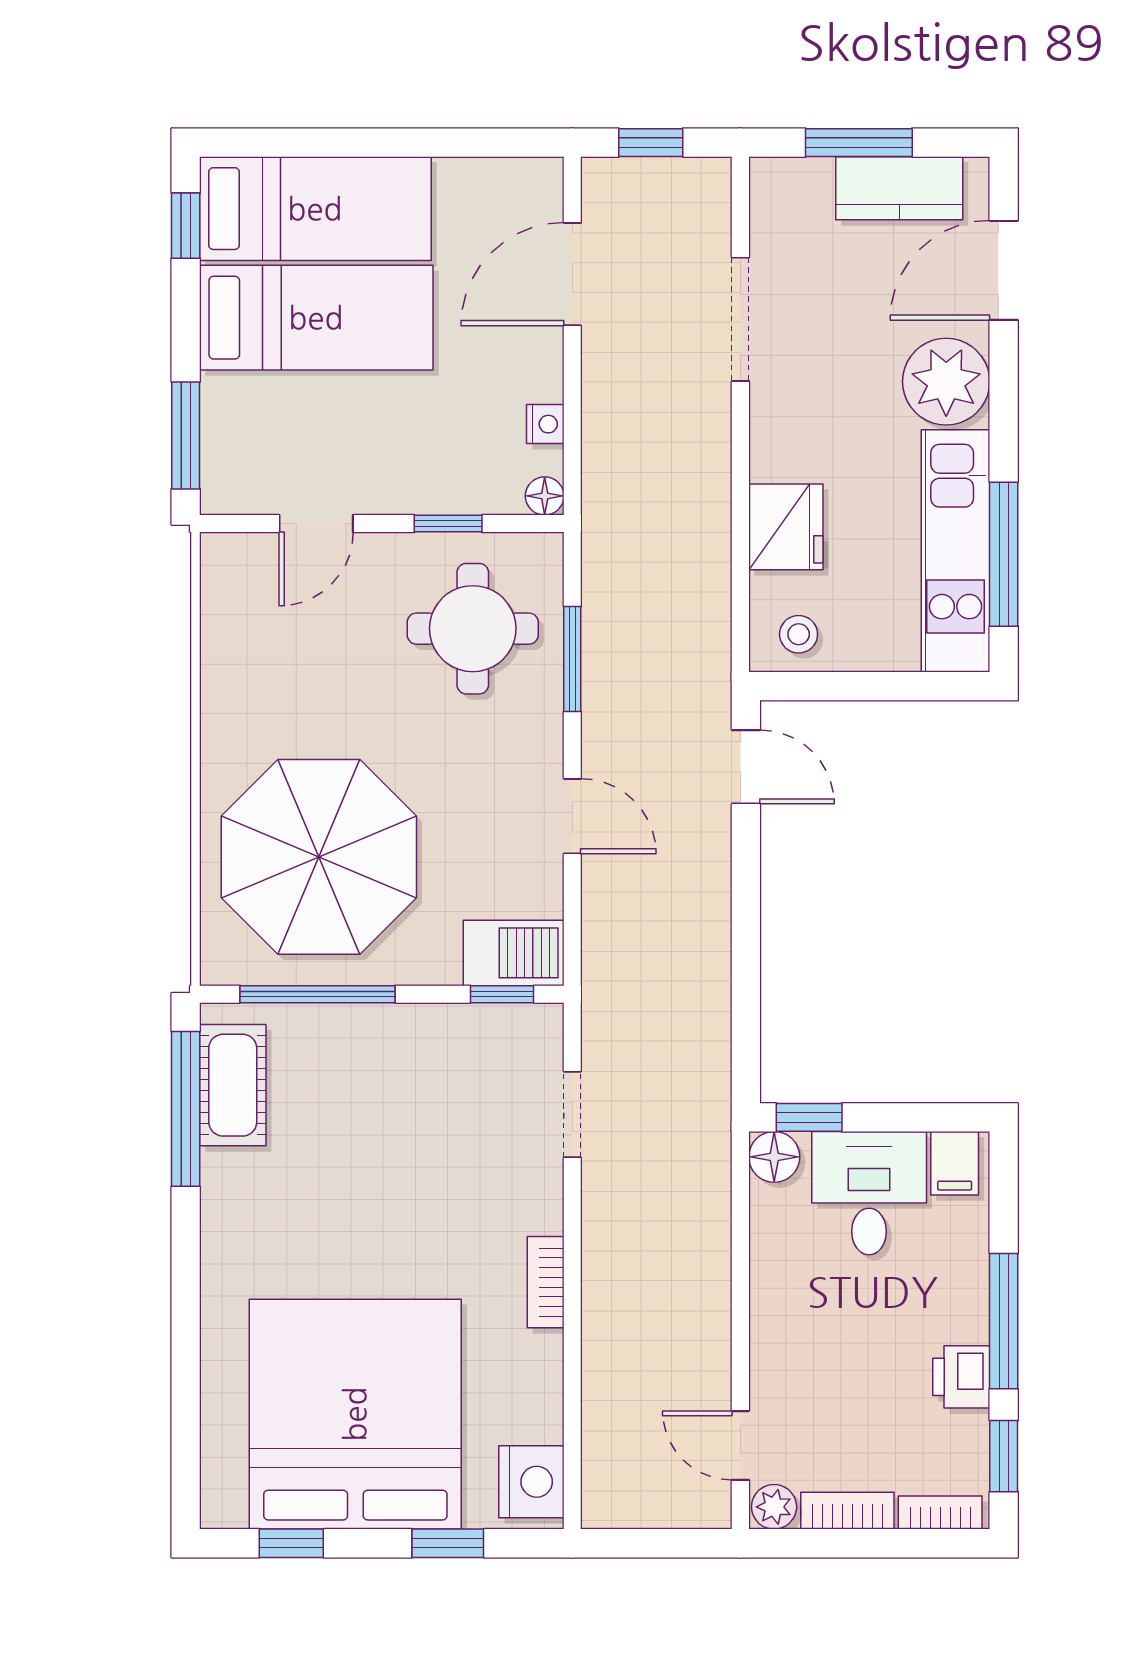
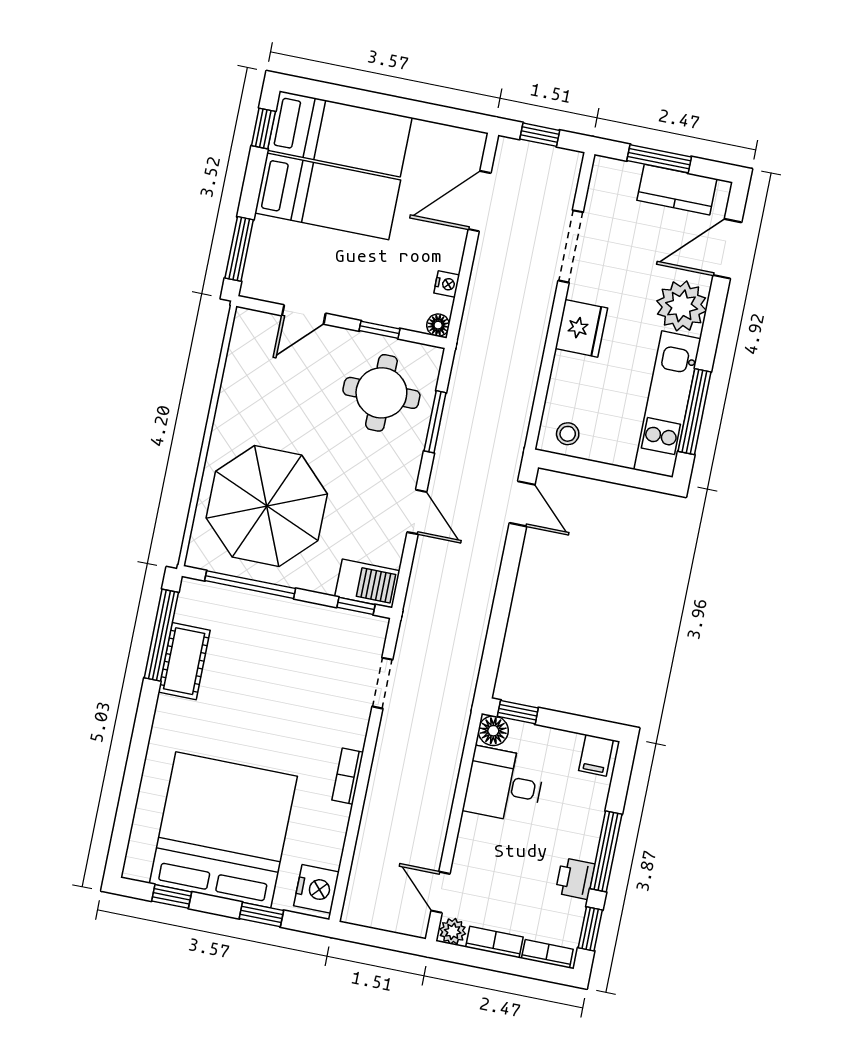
fridge: (786, 527) -> (581, 328), moved
cot: (233, 1085) -> (184, 661), moved
desk: (869, 1193) -> (504, 785), moved, turned -90

